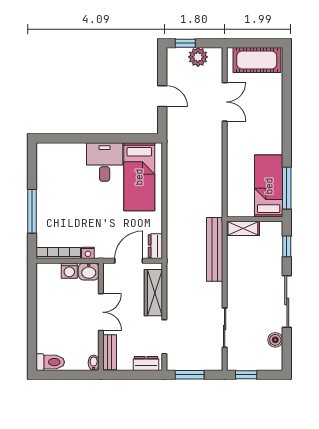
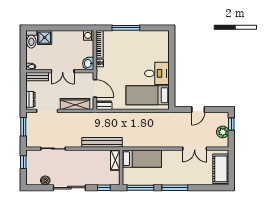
window: (287, 133) -> (175, 188), added
bed: (269, 186) -> (142, 159), moved
washing machine: (69, 271) -> (89, 35), moved
shower: (47, 341) -> (45, 38), added

